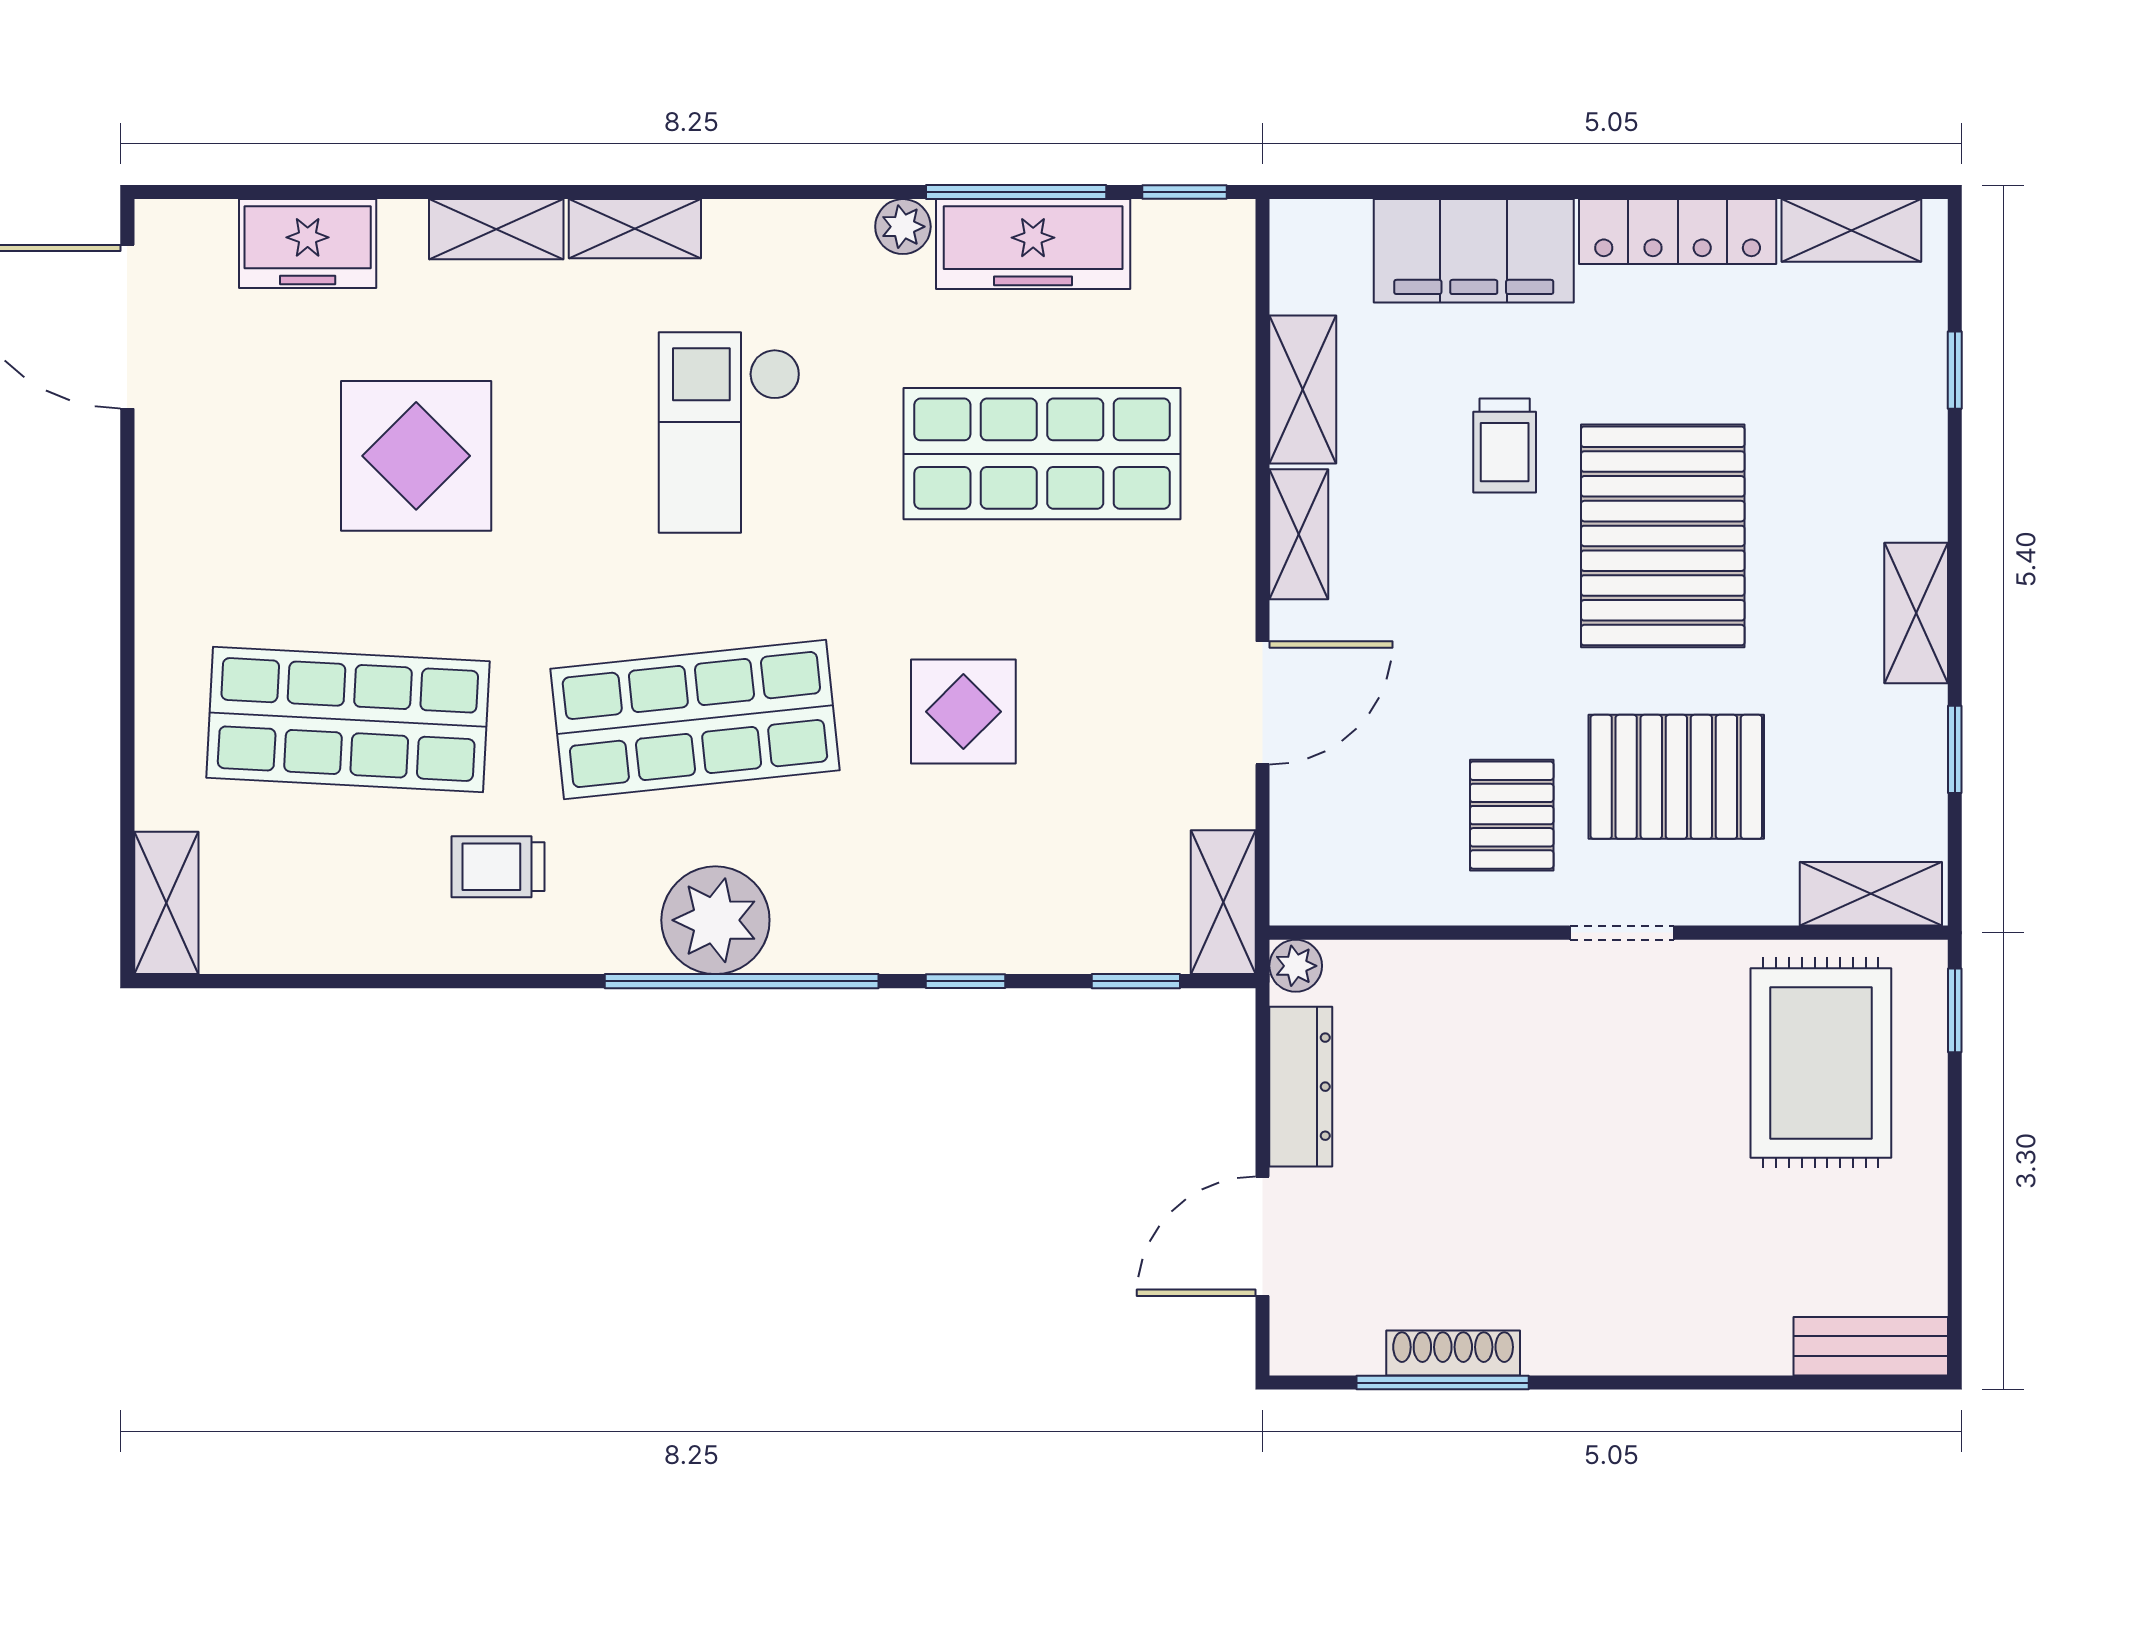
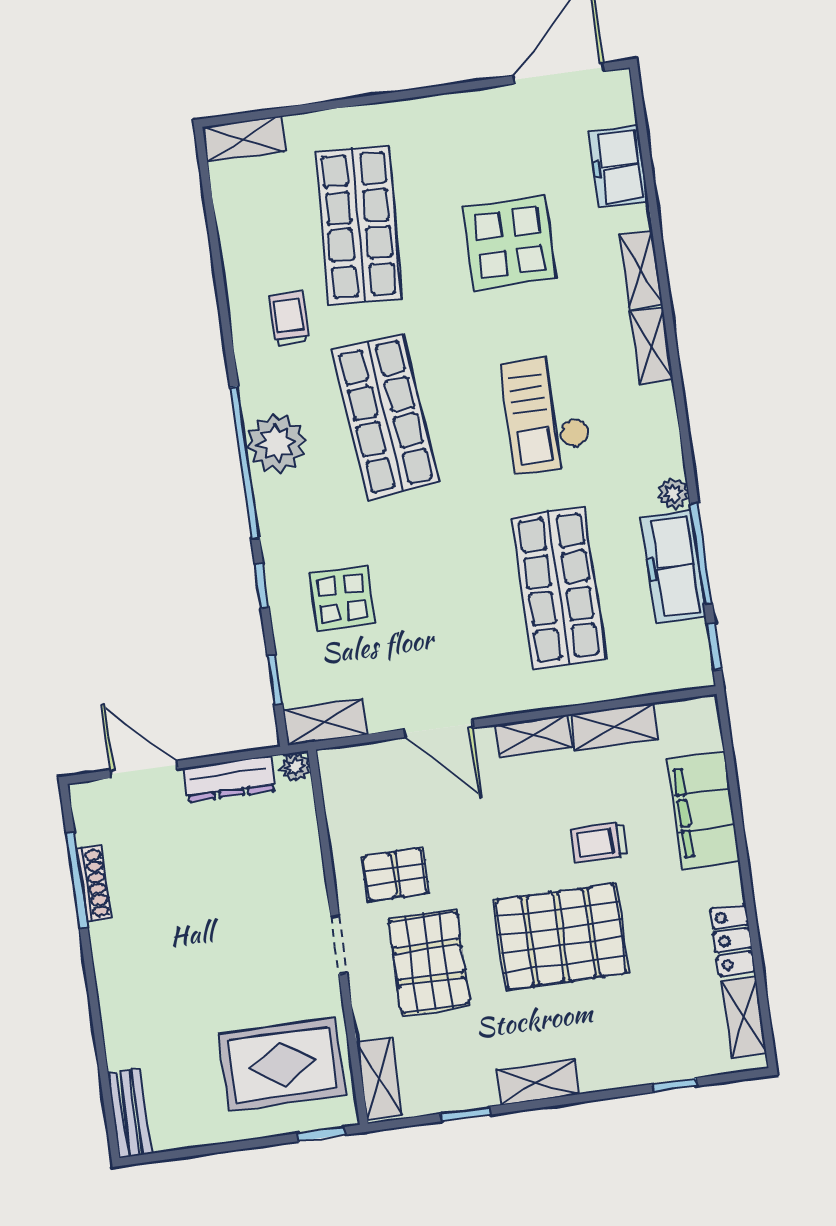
locker: (1678, 232) -> (733, 940), width x0.66
checkout: (730, 432) -> (547, 414), turned -90
display table: (963, 712) -> (342, 598), moved

